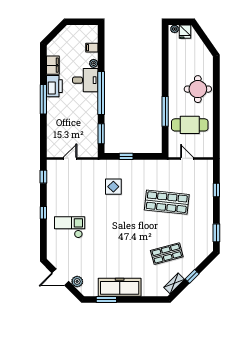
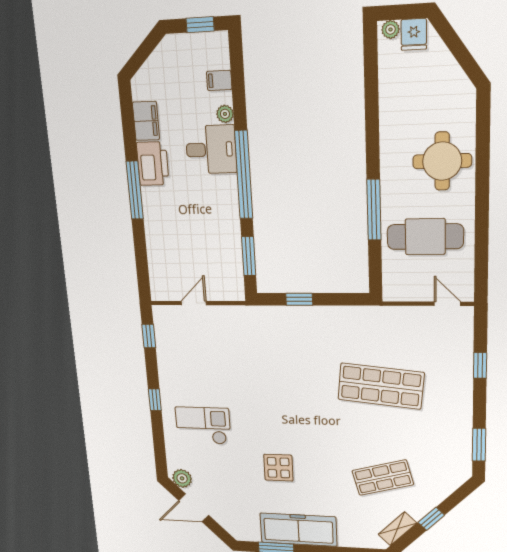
window: (84, 22) -> (200, 25), added
door: (187, 158) -> (447, 304), moved
display table: (113, 187) -> (278, 468), moved
plant: (77, 281) -> (182, 478), moved

